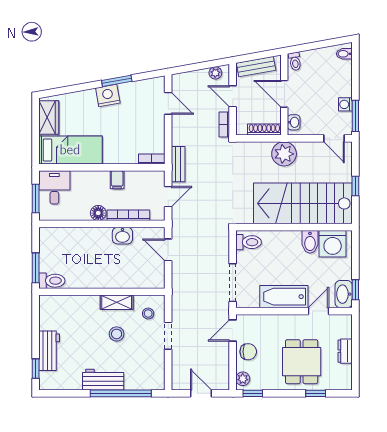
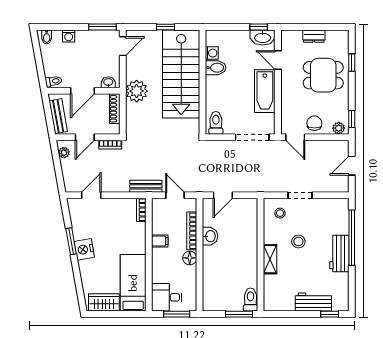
washing machine: (345, 104) -> (69, 36), moved
washing machine: (333, 244) -> (212, 53), width x0.53, depth x0.53
shelving: (117, 302) -> (270, 259), moved

